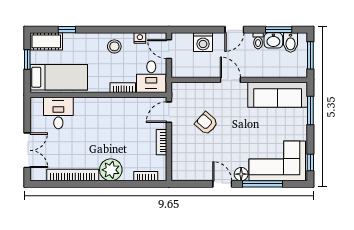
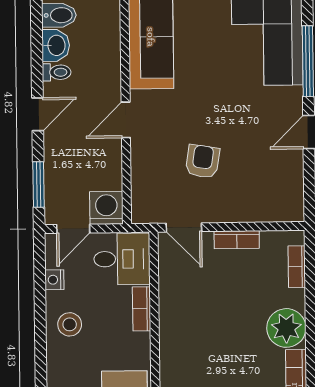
door: (234, 30) -> (38, 114), hinge flipped
window: (279, 30) -> (39, 185), moved
washing machine: (203, 42) -> (106, 208), moved, turned -90
armchair: (206, 123) -> (203, 161), turned 147
floor lamp: (241, 174) -> (291, 99), removed

